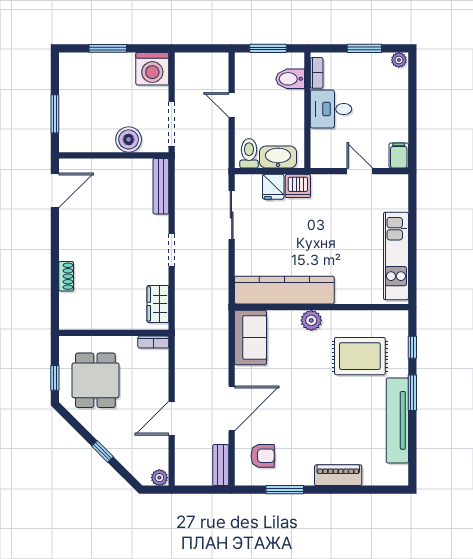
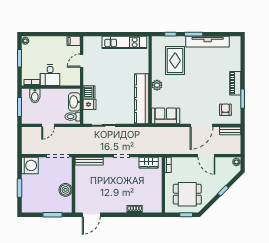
boiler: (129, 139) -> (66, 190), moved
door: (55, 190) -> (91, 215), swing flipped
door: (232, 408) -> (202, 125), swing flipped
piano: (338, 475) -> (235, 83), moved

